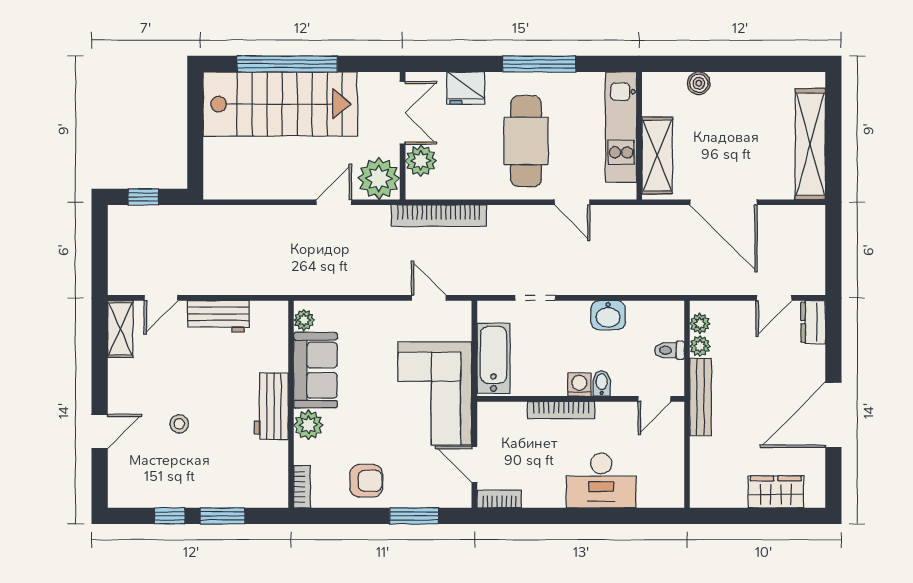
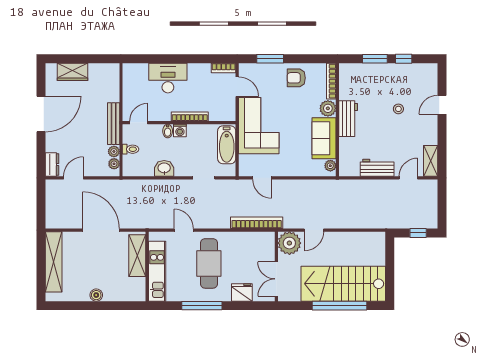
boiler: (699, 83) -> (96, 295), moved
plant: (421, 161) -> (266, 253), removed
bookcase: (302, 487) -> (331, 81), width x1.56

